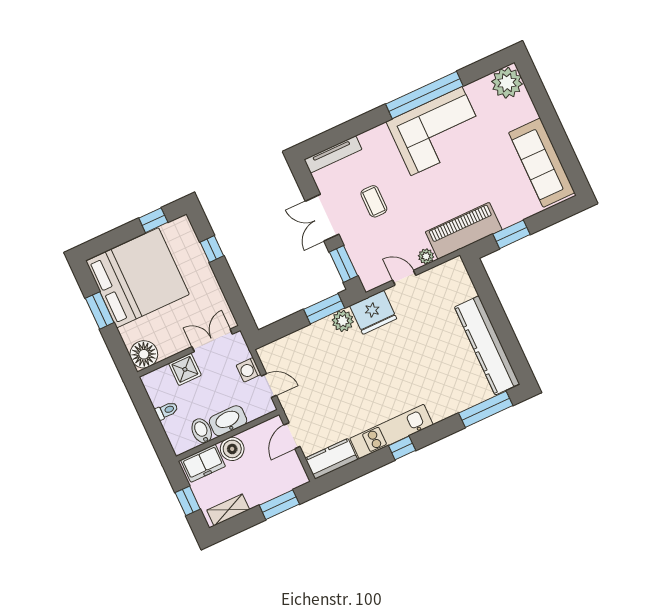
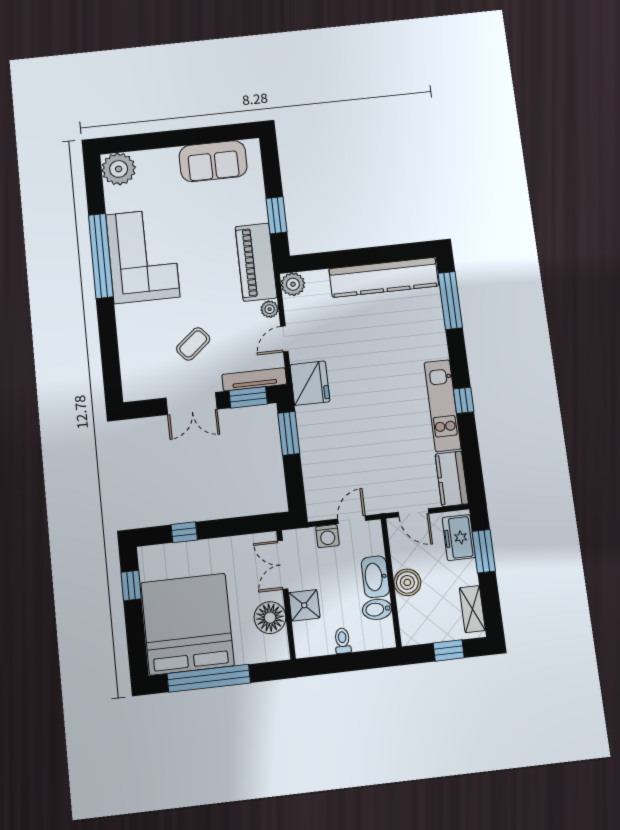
tv unit: (333, 154) -> (254, 379), moved, turned -90
sofa: (542, 163) -> (213, 161), width x0.73
coffee table: (374, 201) -> (193, 344), turned -40
window: (100, 310) -> (209, 678), width x2.11
plant: (343, 321) -> (293, 284), moved
floor lamp: (144, 354) -> (270, 618), moved
freezer: (203, 463) -> (459, 538), moved, turned 180

